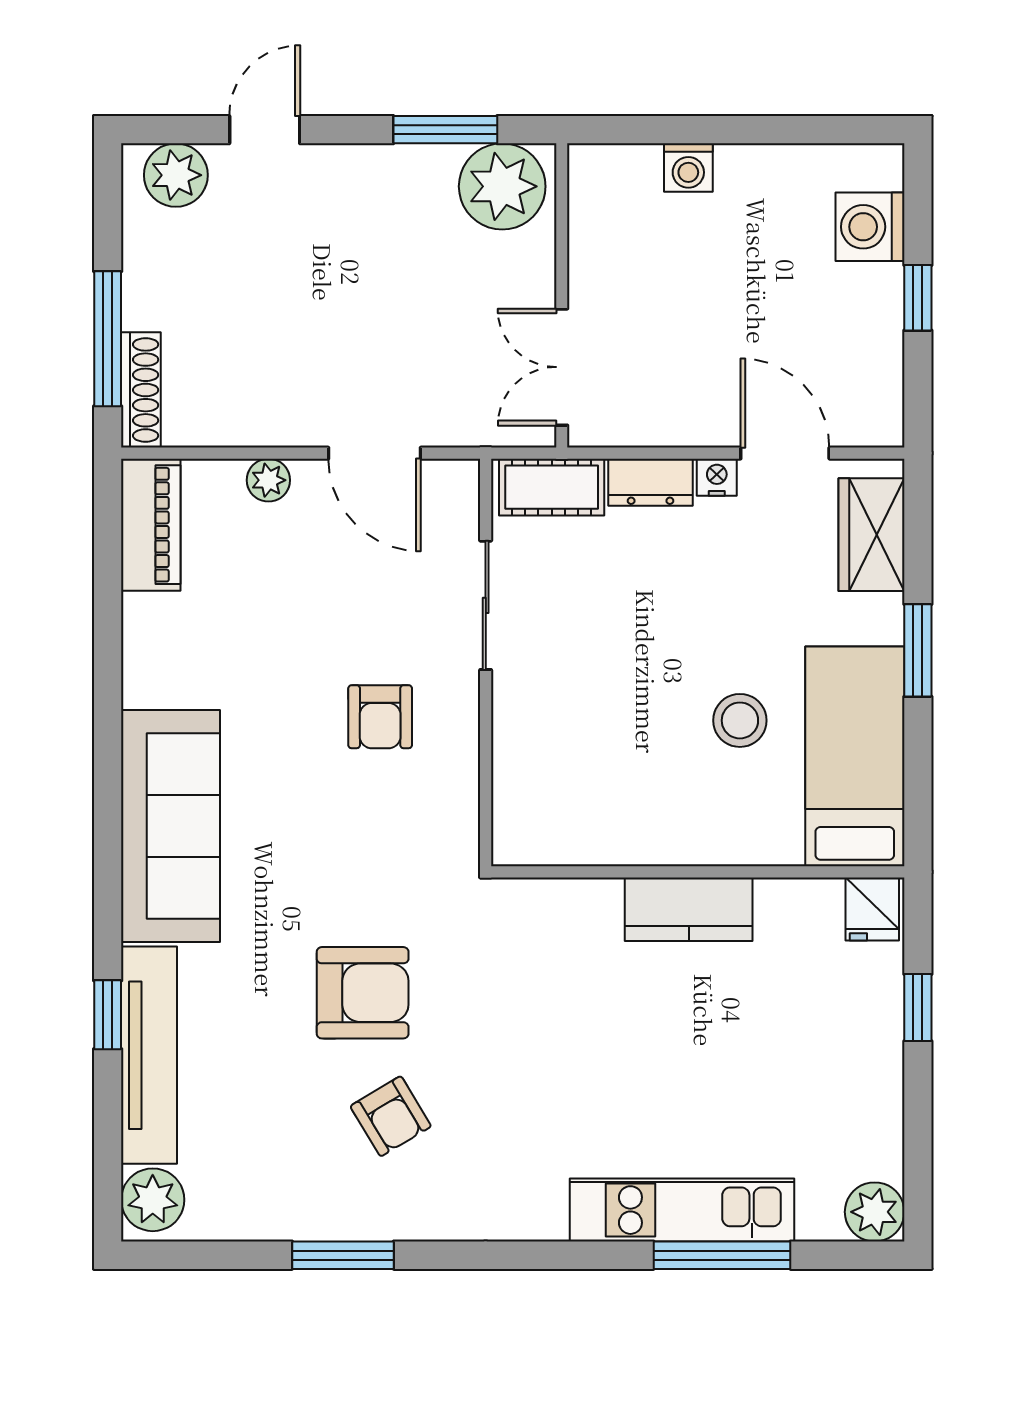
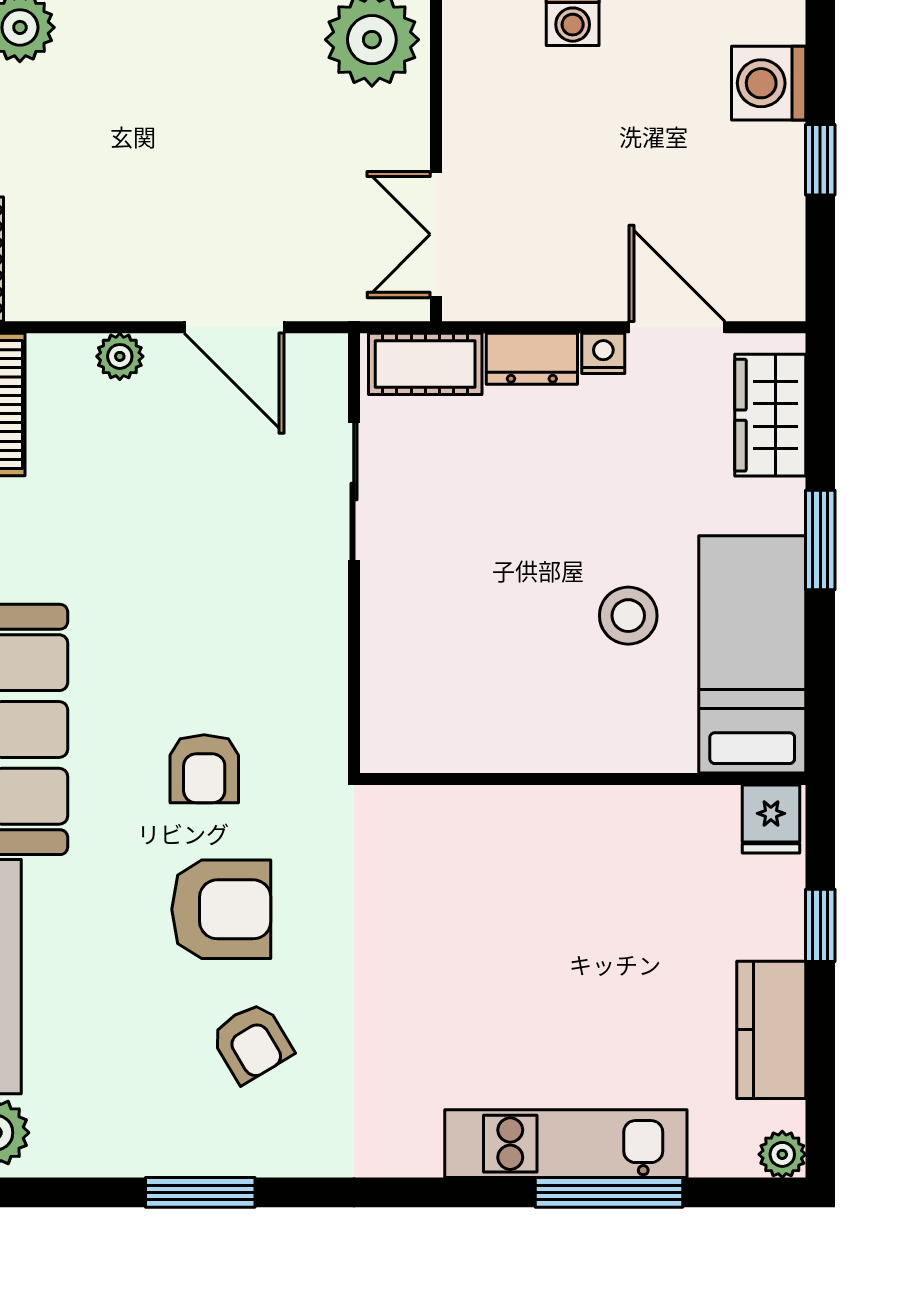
armchair: (380, 717) -> (204, 769), moved
kitchen counter: (689, 909) -> (771, 1030), moved, turned 90
plant: (875, 1212) -> (782, 1154), width x0.73, depth x0.73

